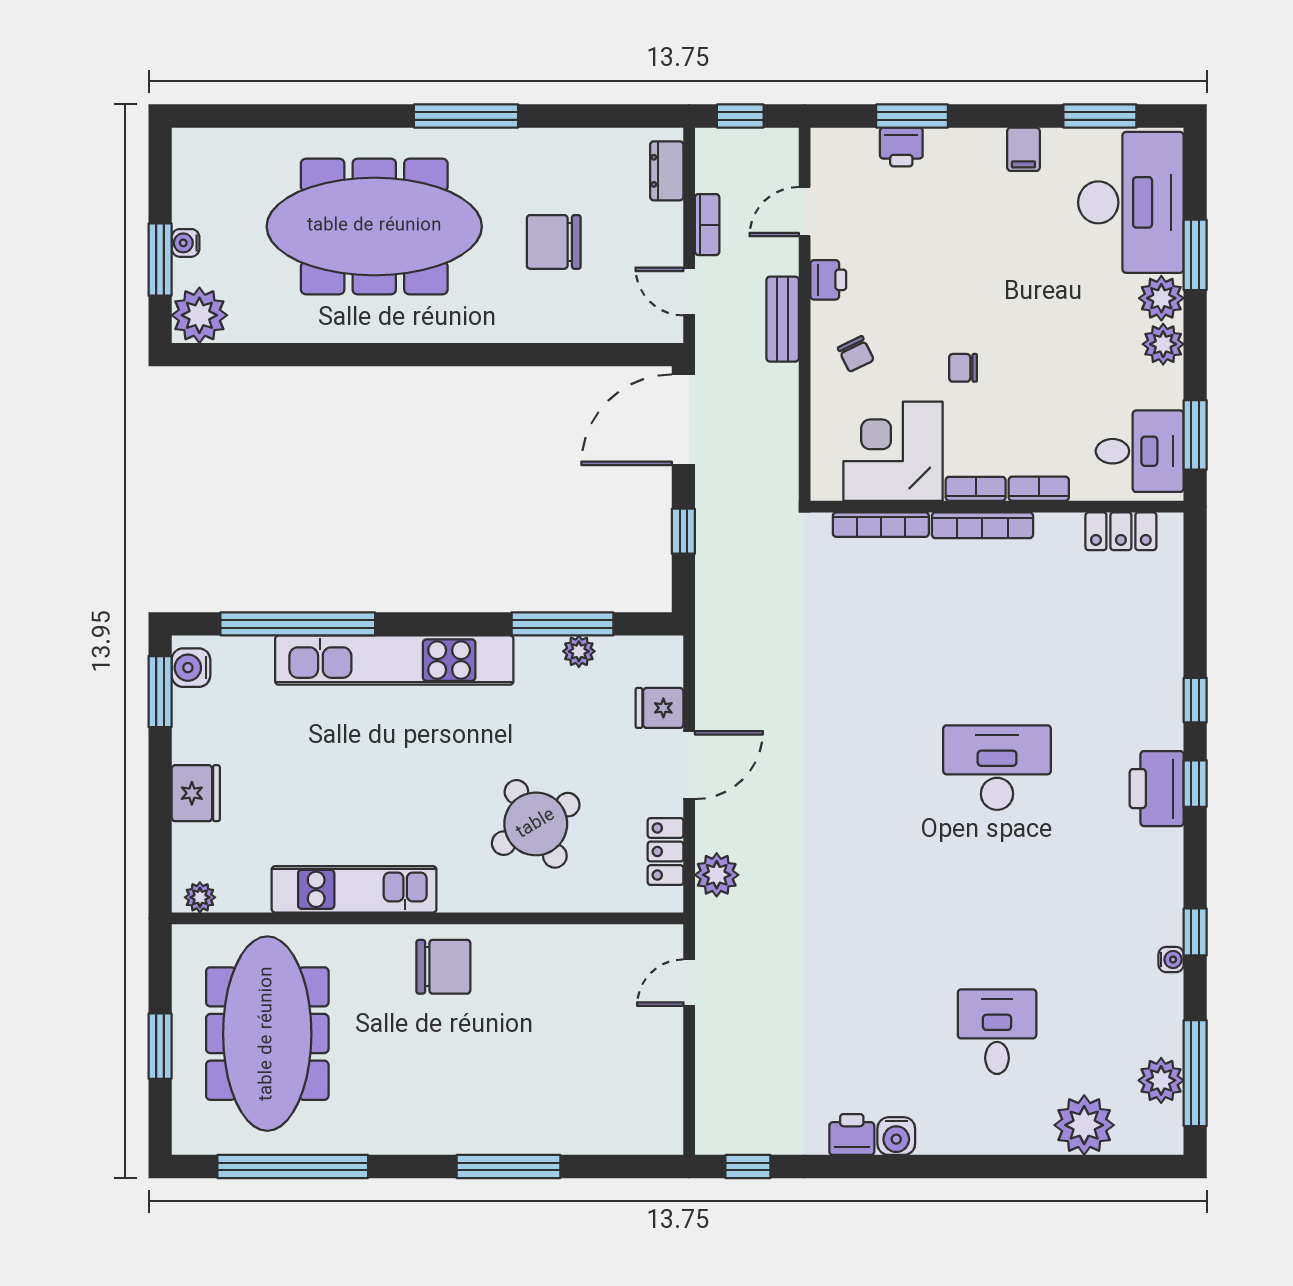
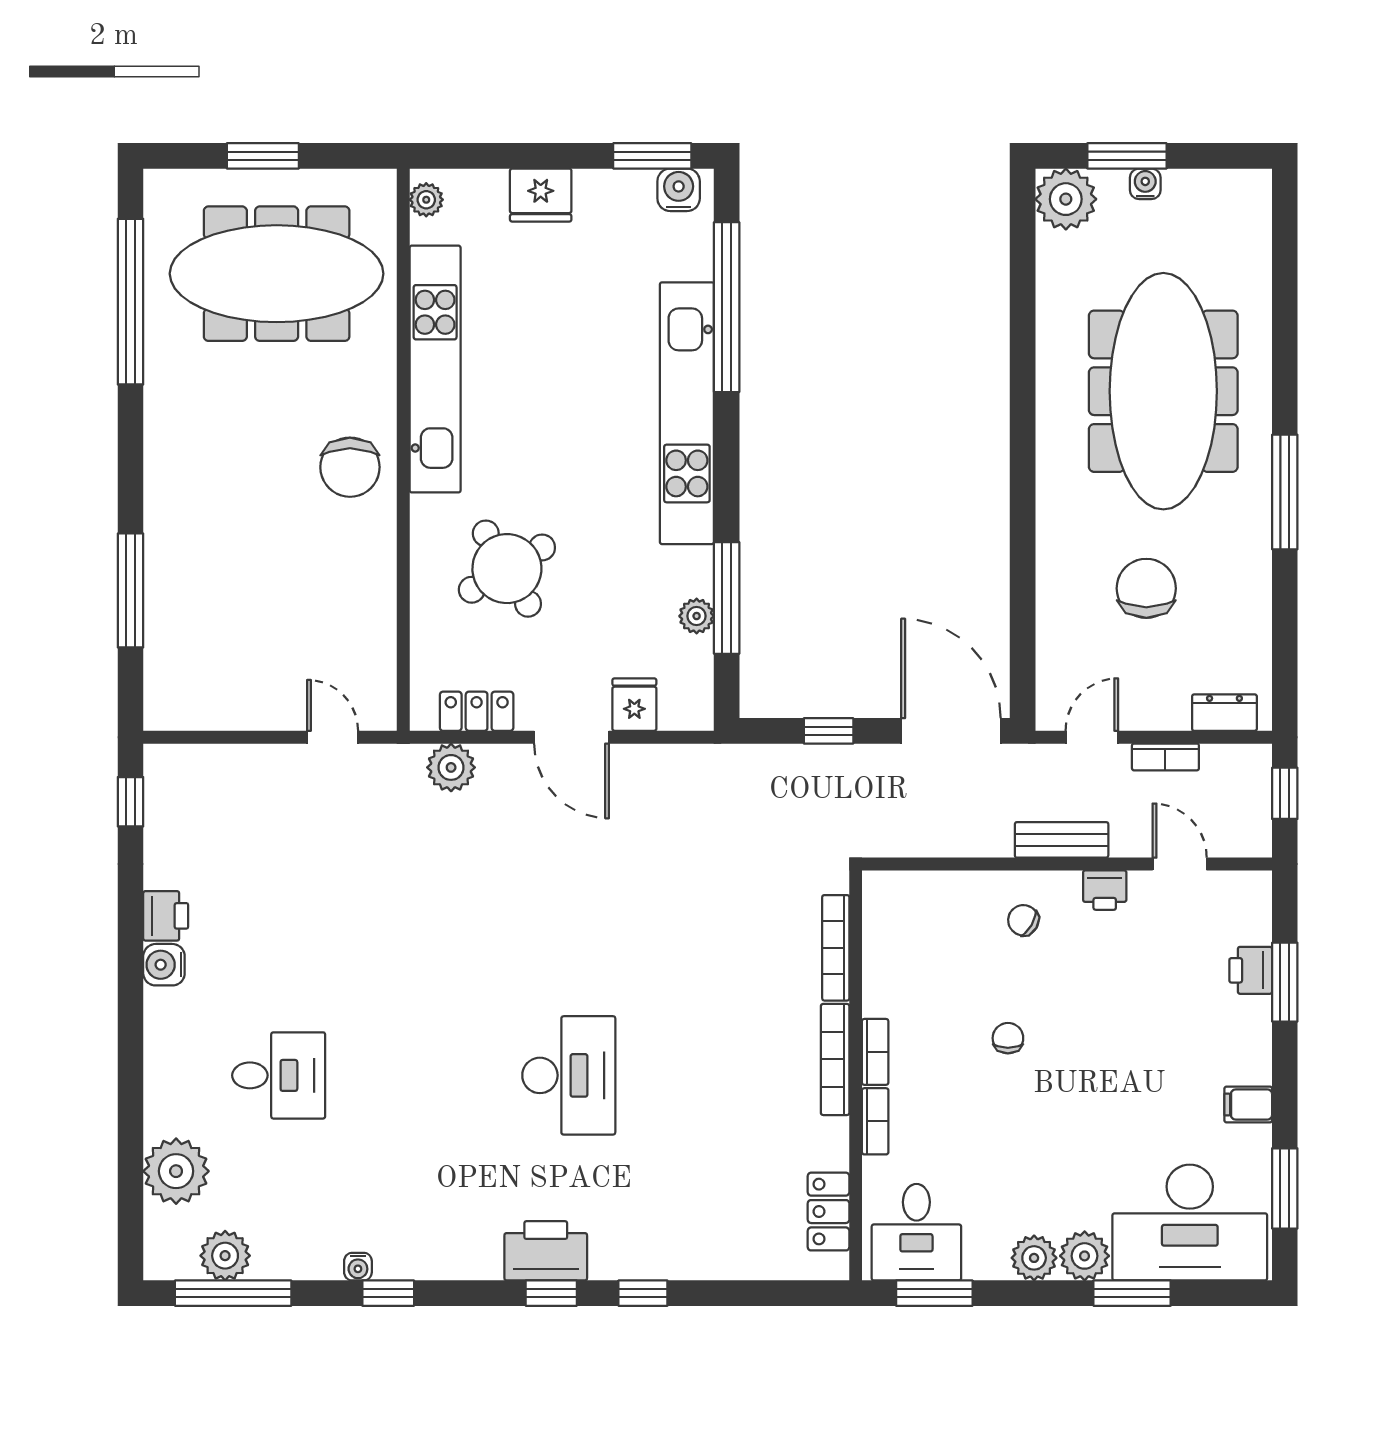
chair: (856, 354) -> (1023, 920), turned 56
corner desk: (893, 451) -> (916, 961), removed
kitchen unit: (354, 889) -> (435, 369), width x1.36
window: (508, 1166) -> (131, 590), moved

